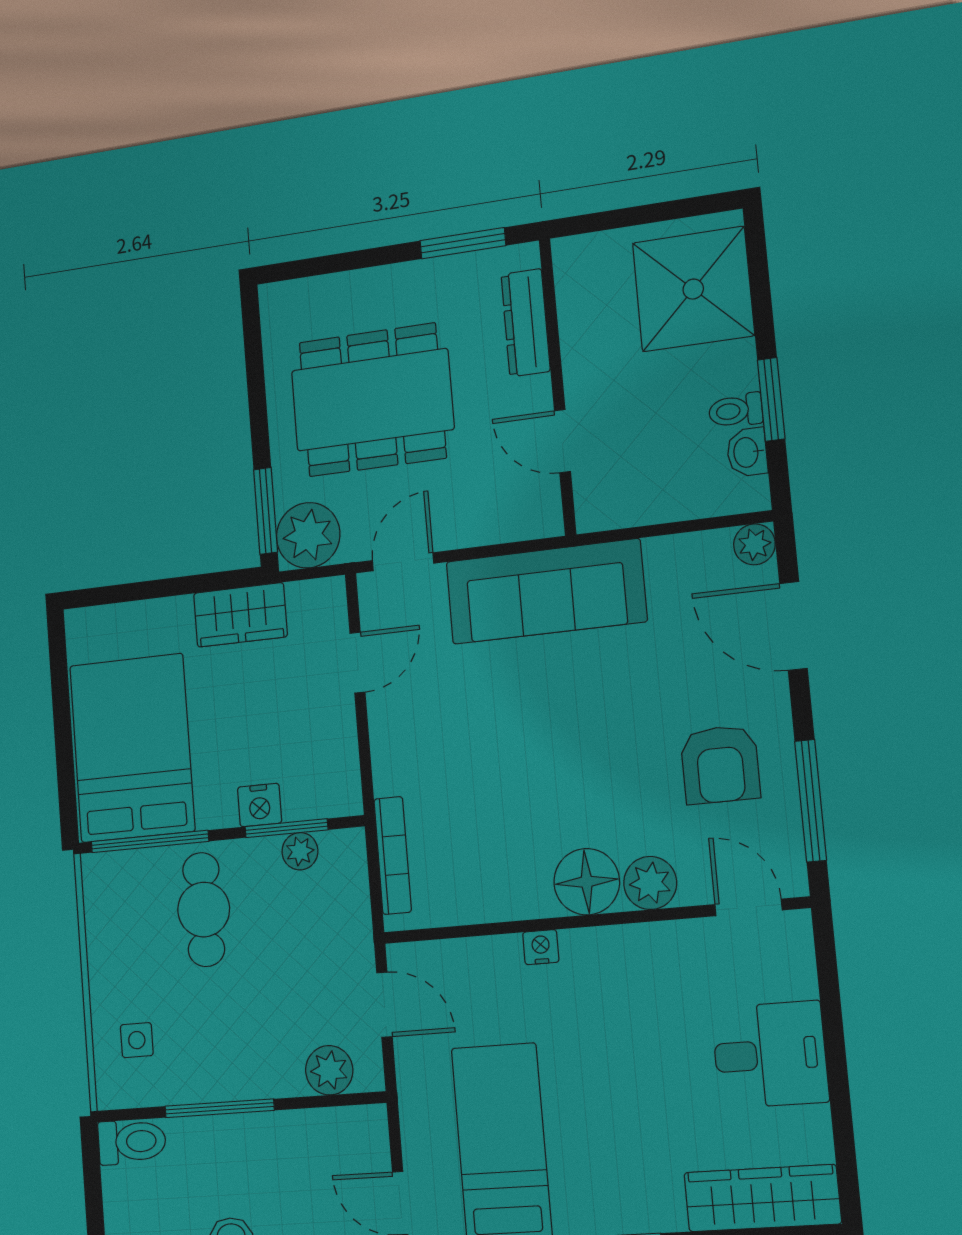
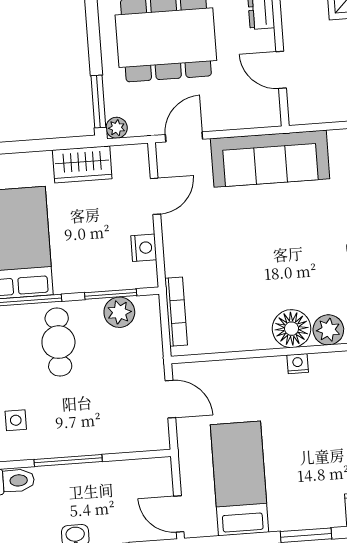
plant: (308, 535) -> (117, 128), width x0.53, depth x0.53
nightstand: (260, 805) -> (144, 248), moved, turned -90
plant: (300, 851) -> (119, 312), width x1.38, depth x1.38
nightstand: (541, 947) -> (298, 364), moved
plant: (329, 1070) -> (136, 438), removed

